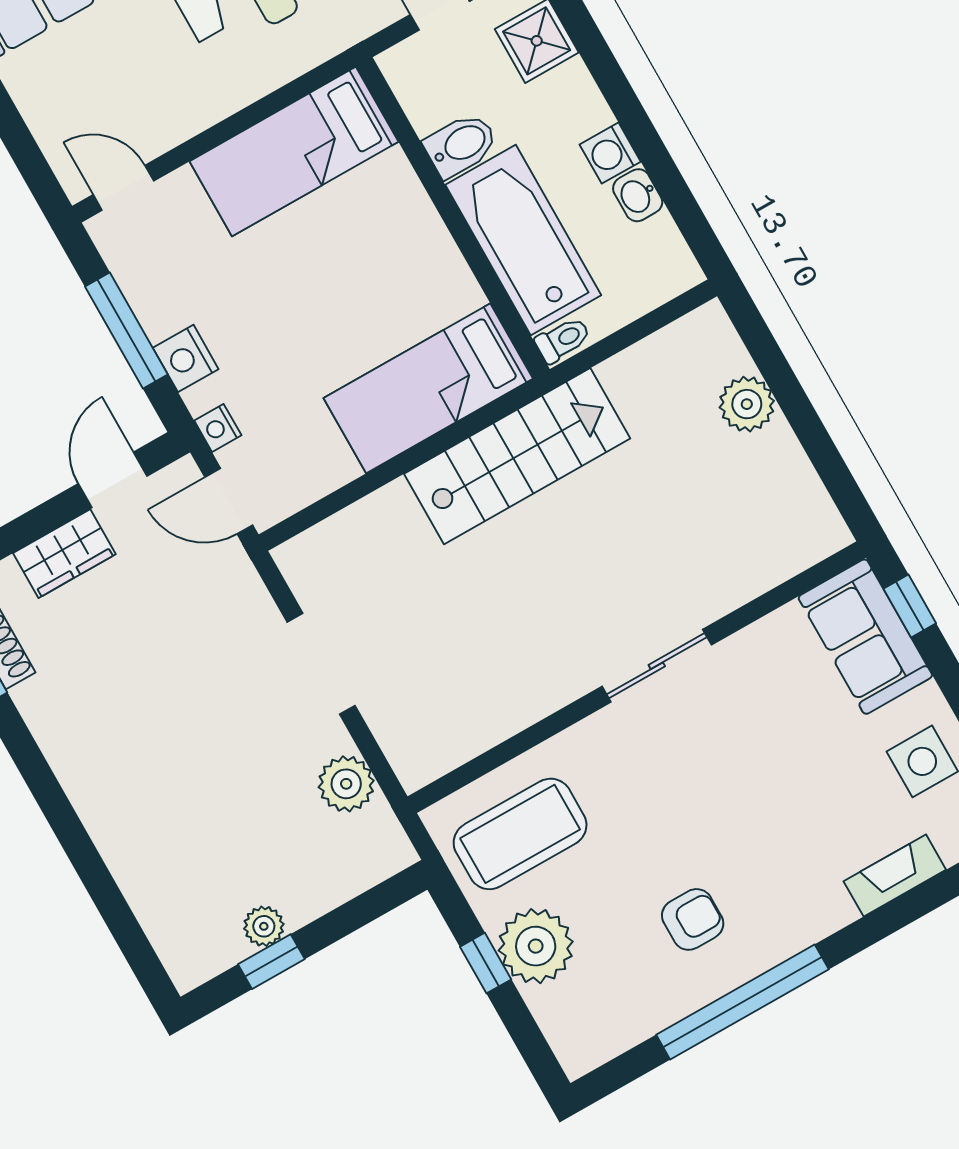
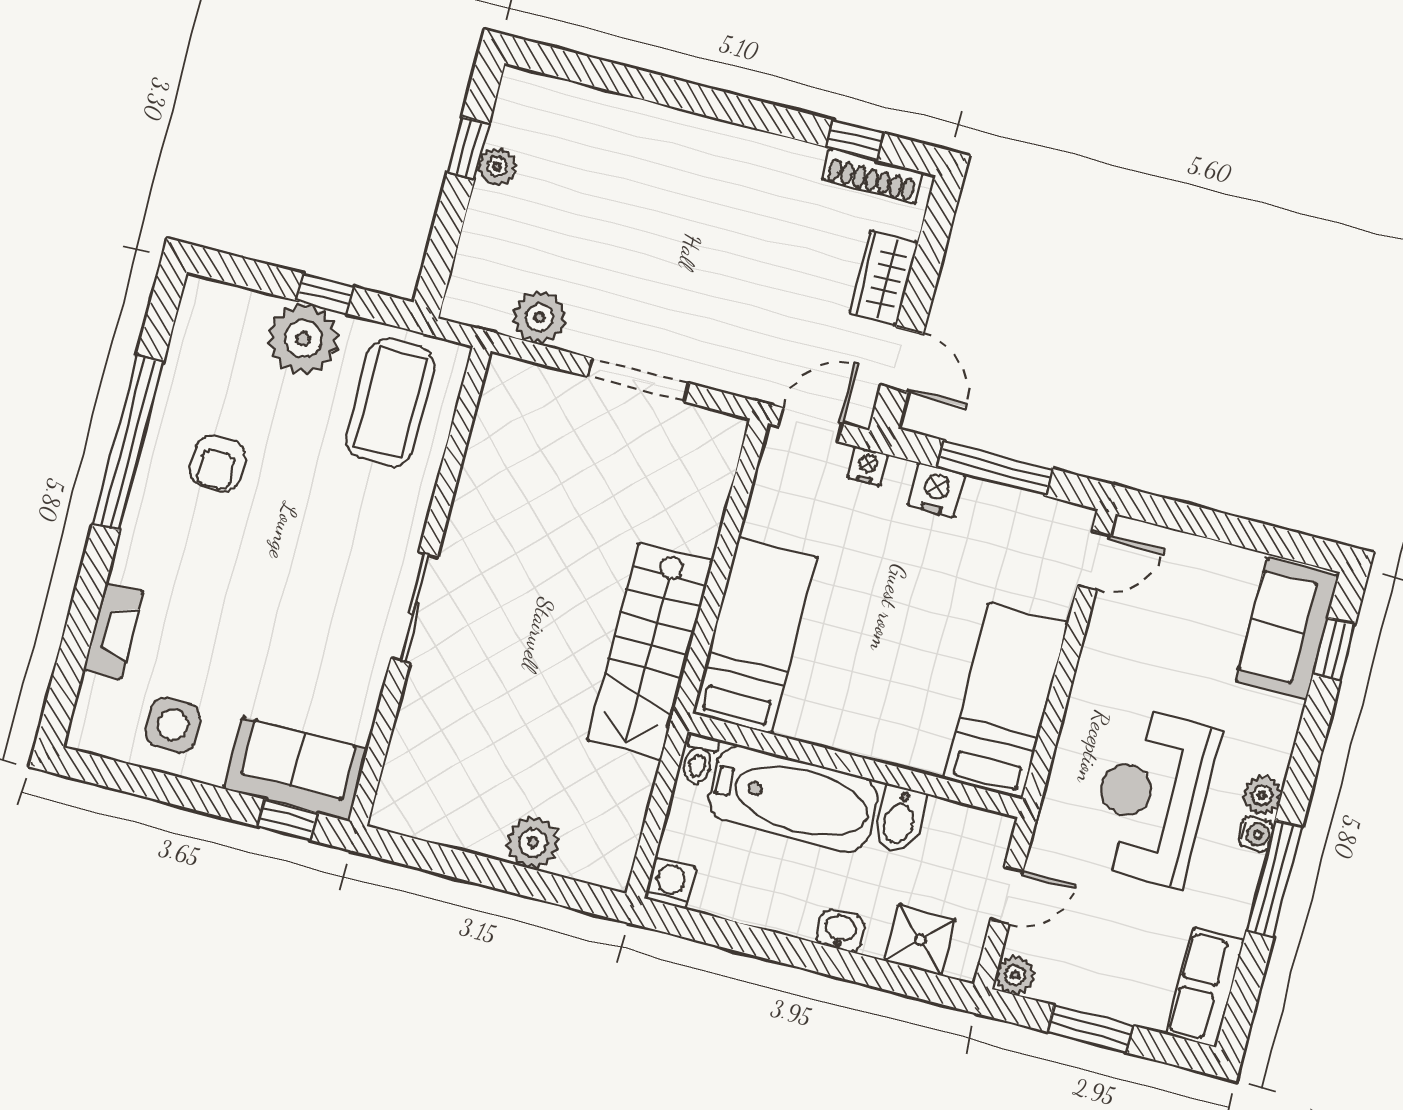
washing machine: (610, 153) -> (670, 883), moved
washbasin: (638, 195) -> (840, 931), moved

